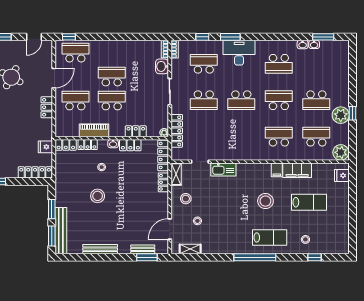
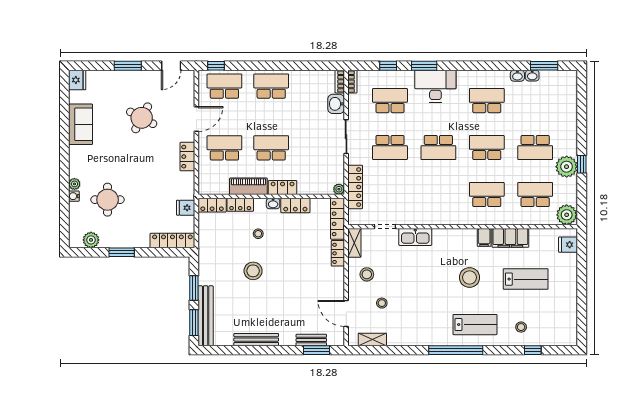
school desk: (279, 64) -> (487, 101), turned 180
school desk: (112, 77) -> (271, 86), moved
locker: (136, 131) -> (283, 188), moved
door: (170, 229) -> (346, 313), hinge flipped

